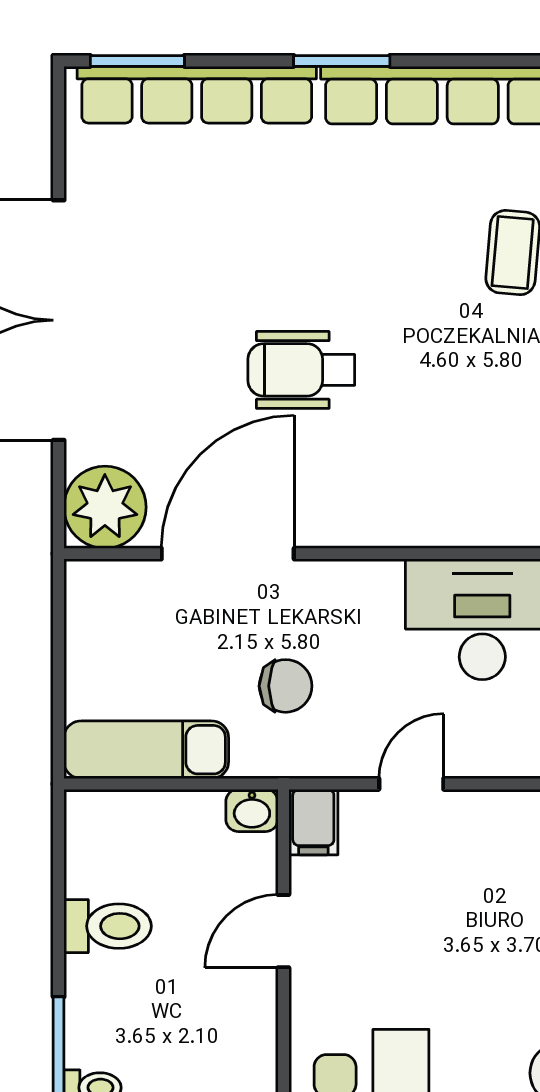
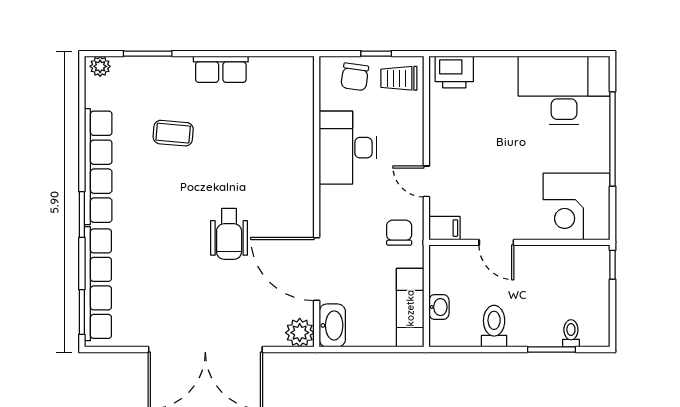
plant: (105, 507) -> (300, 333), width x0.73, depth x0.73
washbasin: (109, 587) -> (332, 325), added
chair: (286, 686) -> (399, 233), moved
washbasin: (252, 810) -> (439, 307), moved

